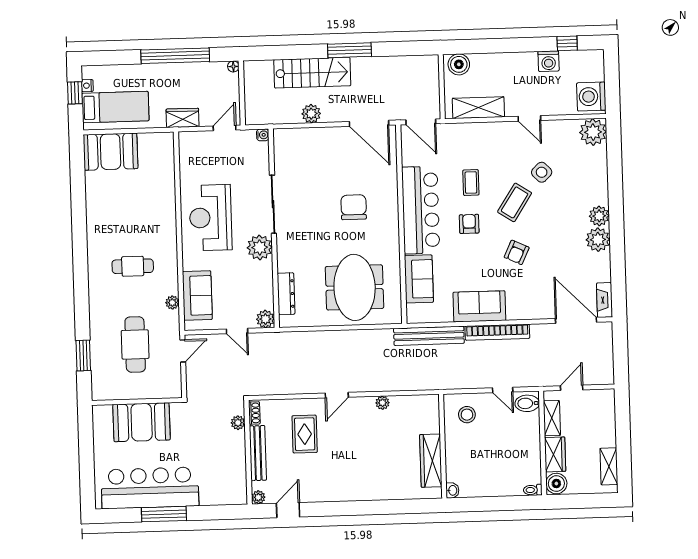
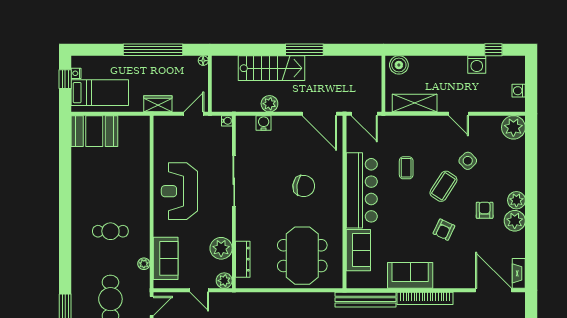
washing machine: (591, 97) -> (519, 91), width x0.53, depth x0.53
water cooler: (305, 136) -> (264, 123), added
chair: (354, 207) -> (304, 186), turned 99
armchair: (469, 224) -> (485, 210), moved
plant: (260, 247) -> (221, 248), moved

